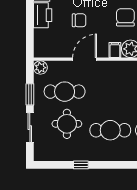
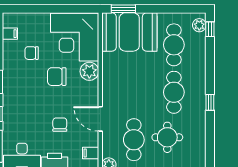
filing cabinet: (115, 50) -> (91, 153), moved
window: (81, 165) -> (210, 102), moved

